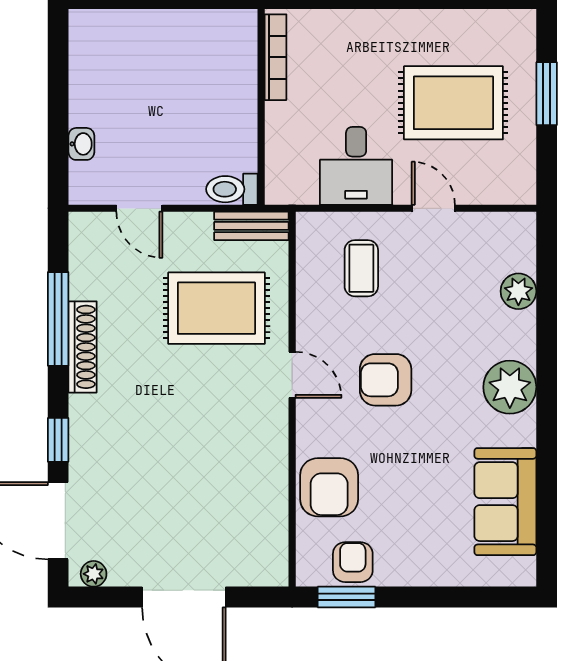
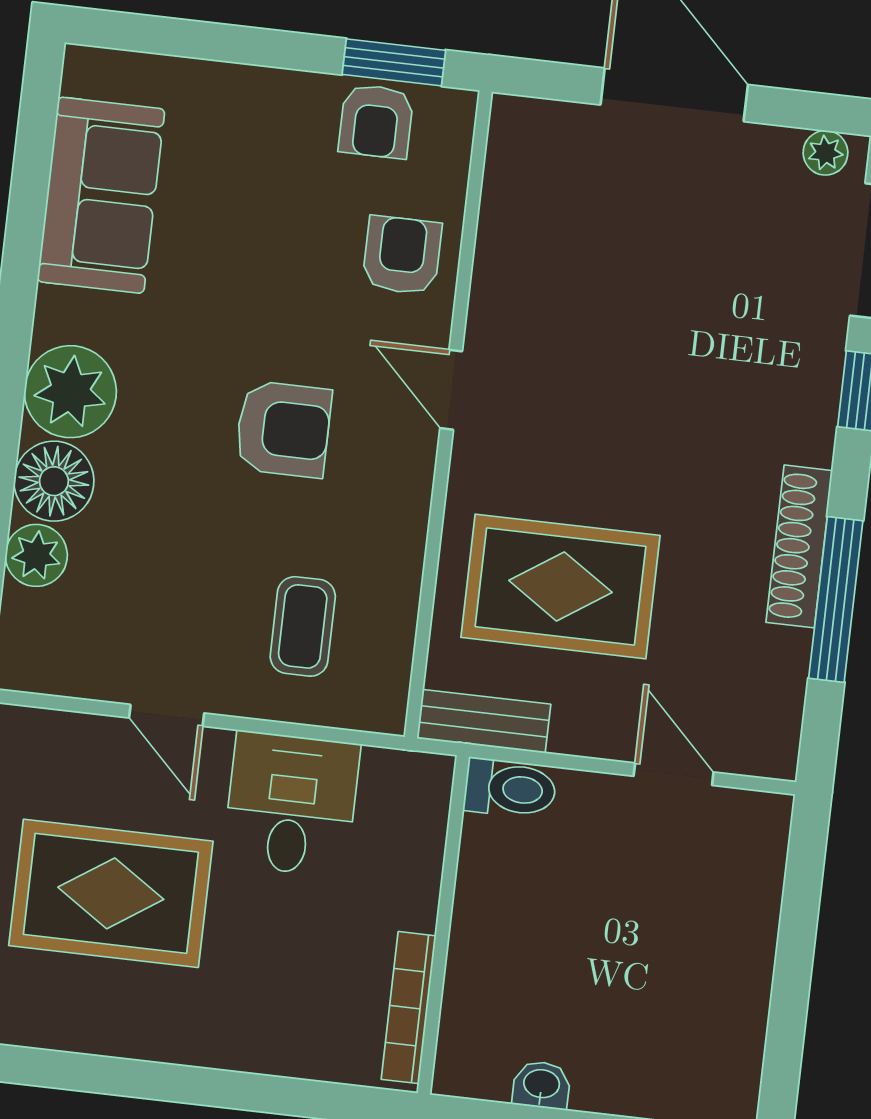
washbasin: (81, 144) -> (541, 1085), moved, turned 90
floor lamp: (513, 335) -> (54, 481), added
door: (292, 375) -> (451, 390), moved
armchair: (329, 487) -> (402, 255), width x0.72, depth x0.72

